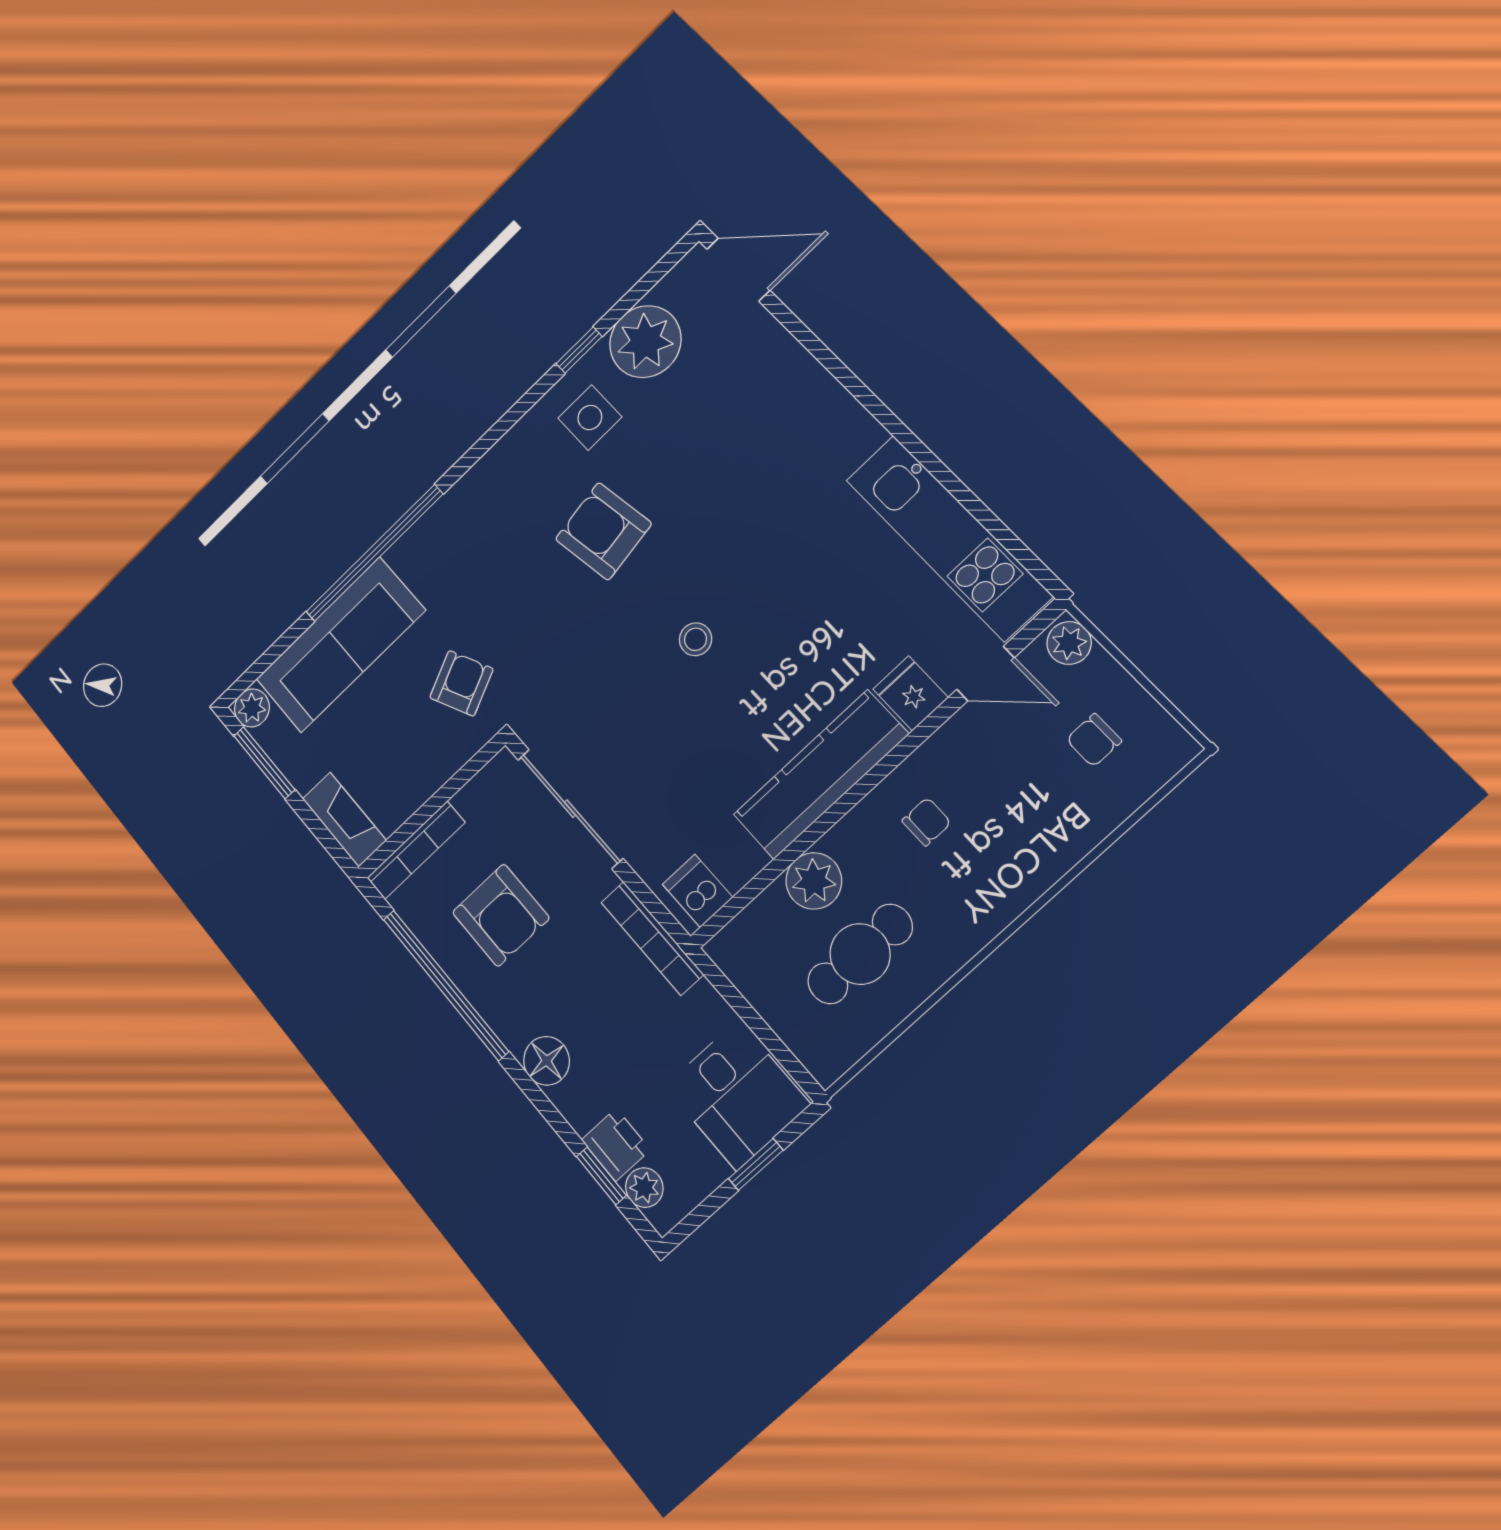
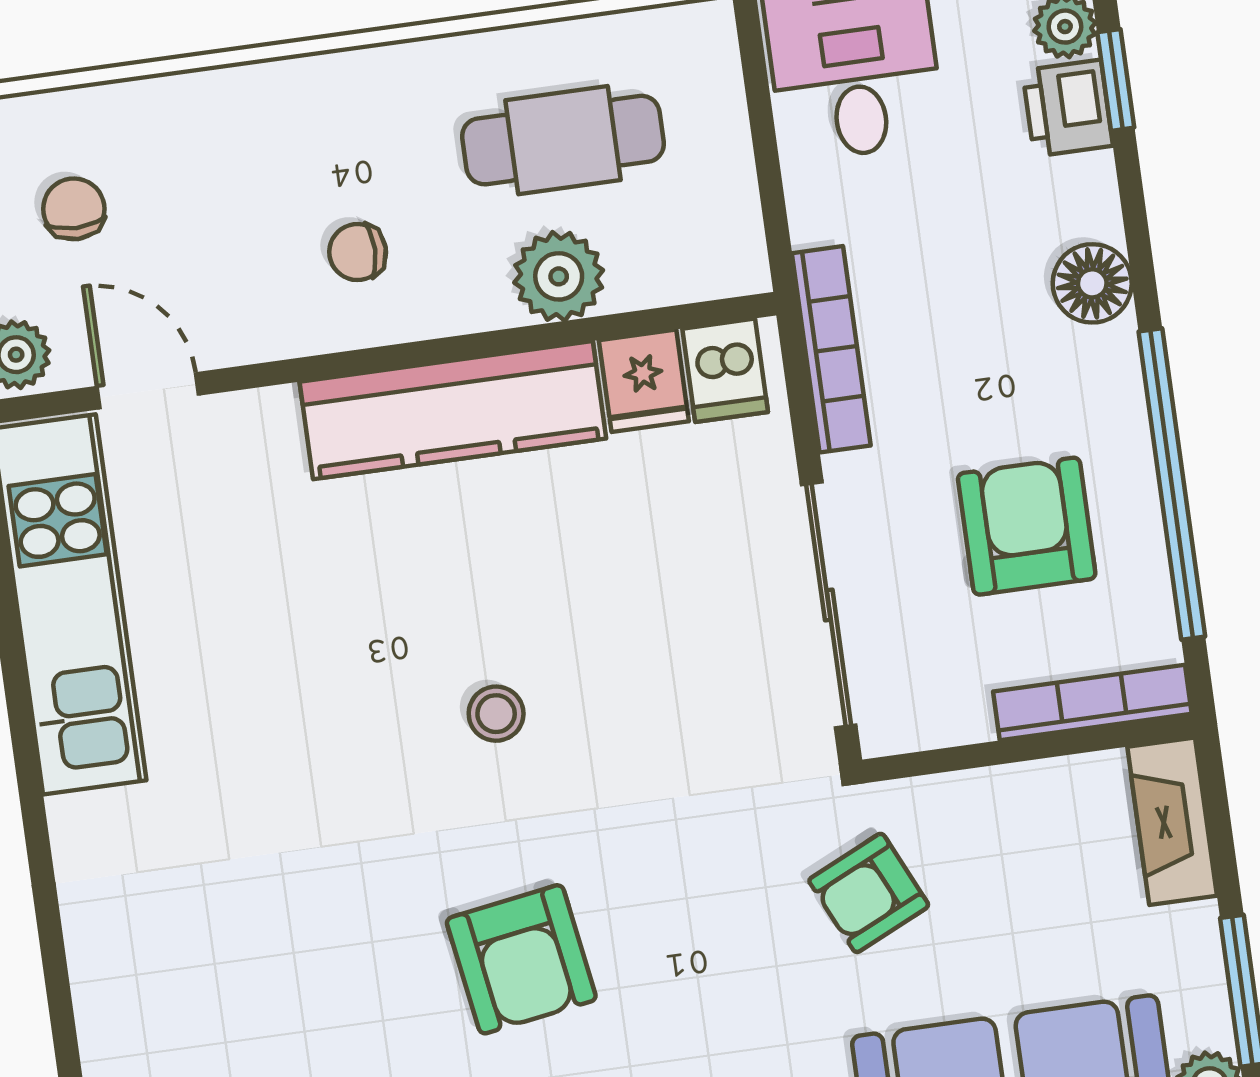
fridge: (911, 693) -> (644, 381), moved
chair: (1094, 740) -> (74, 209), turned -90

